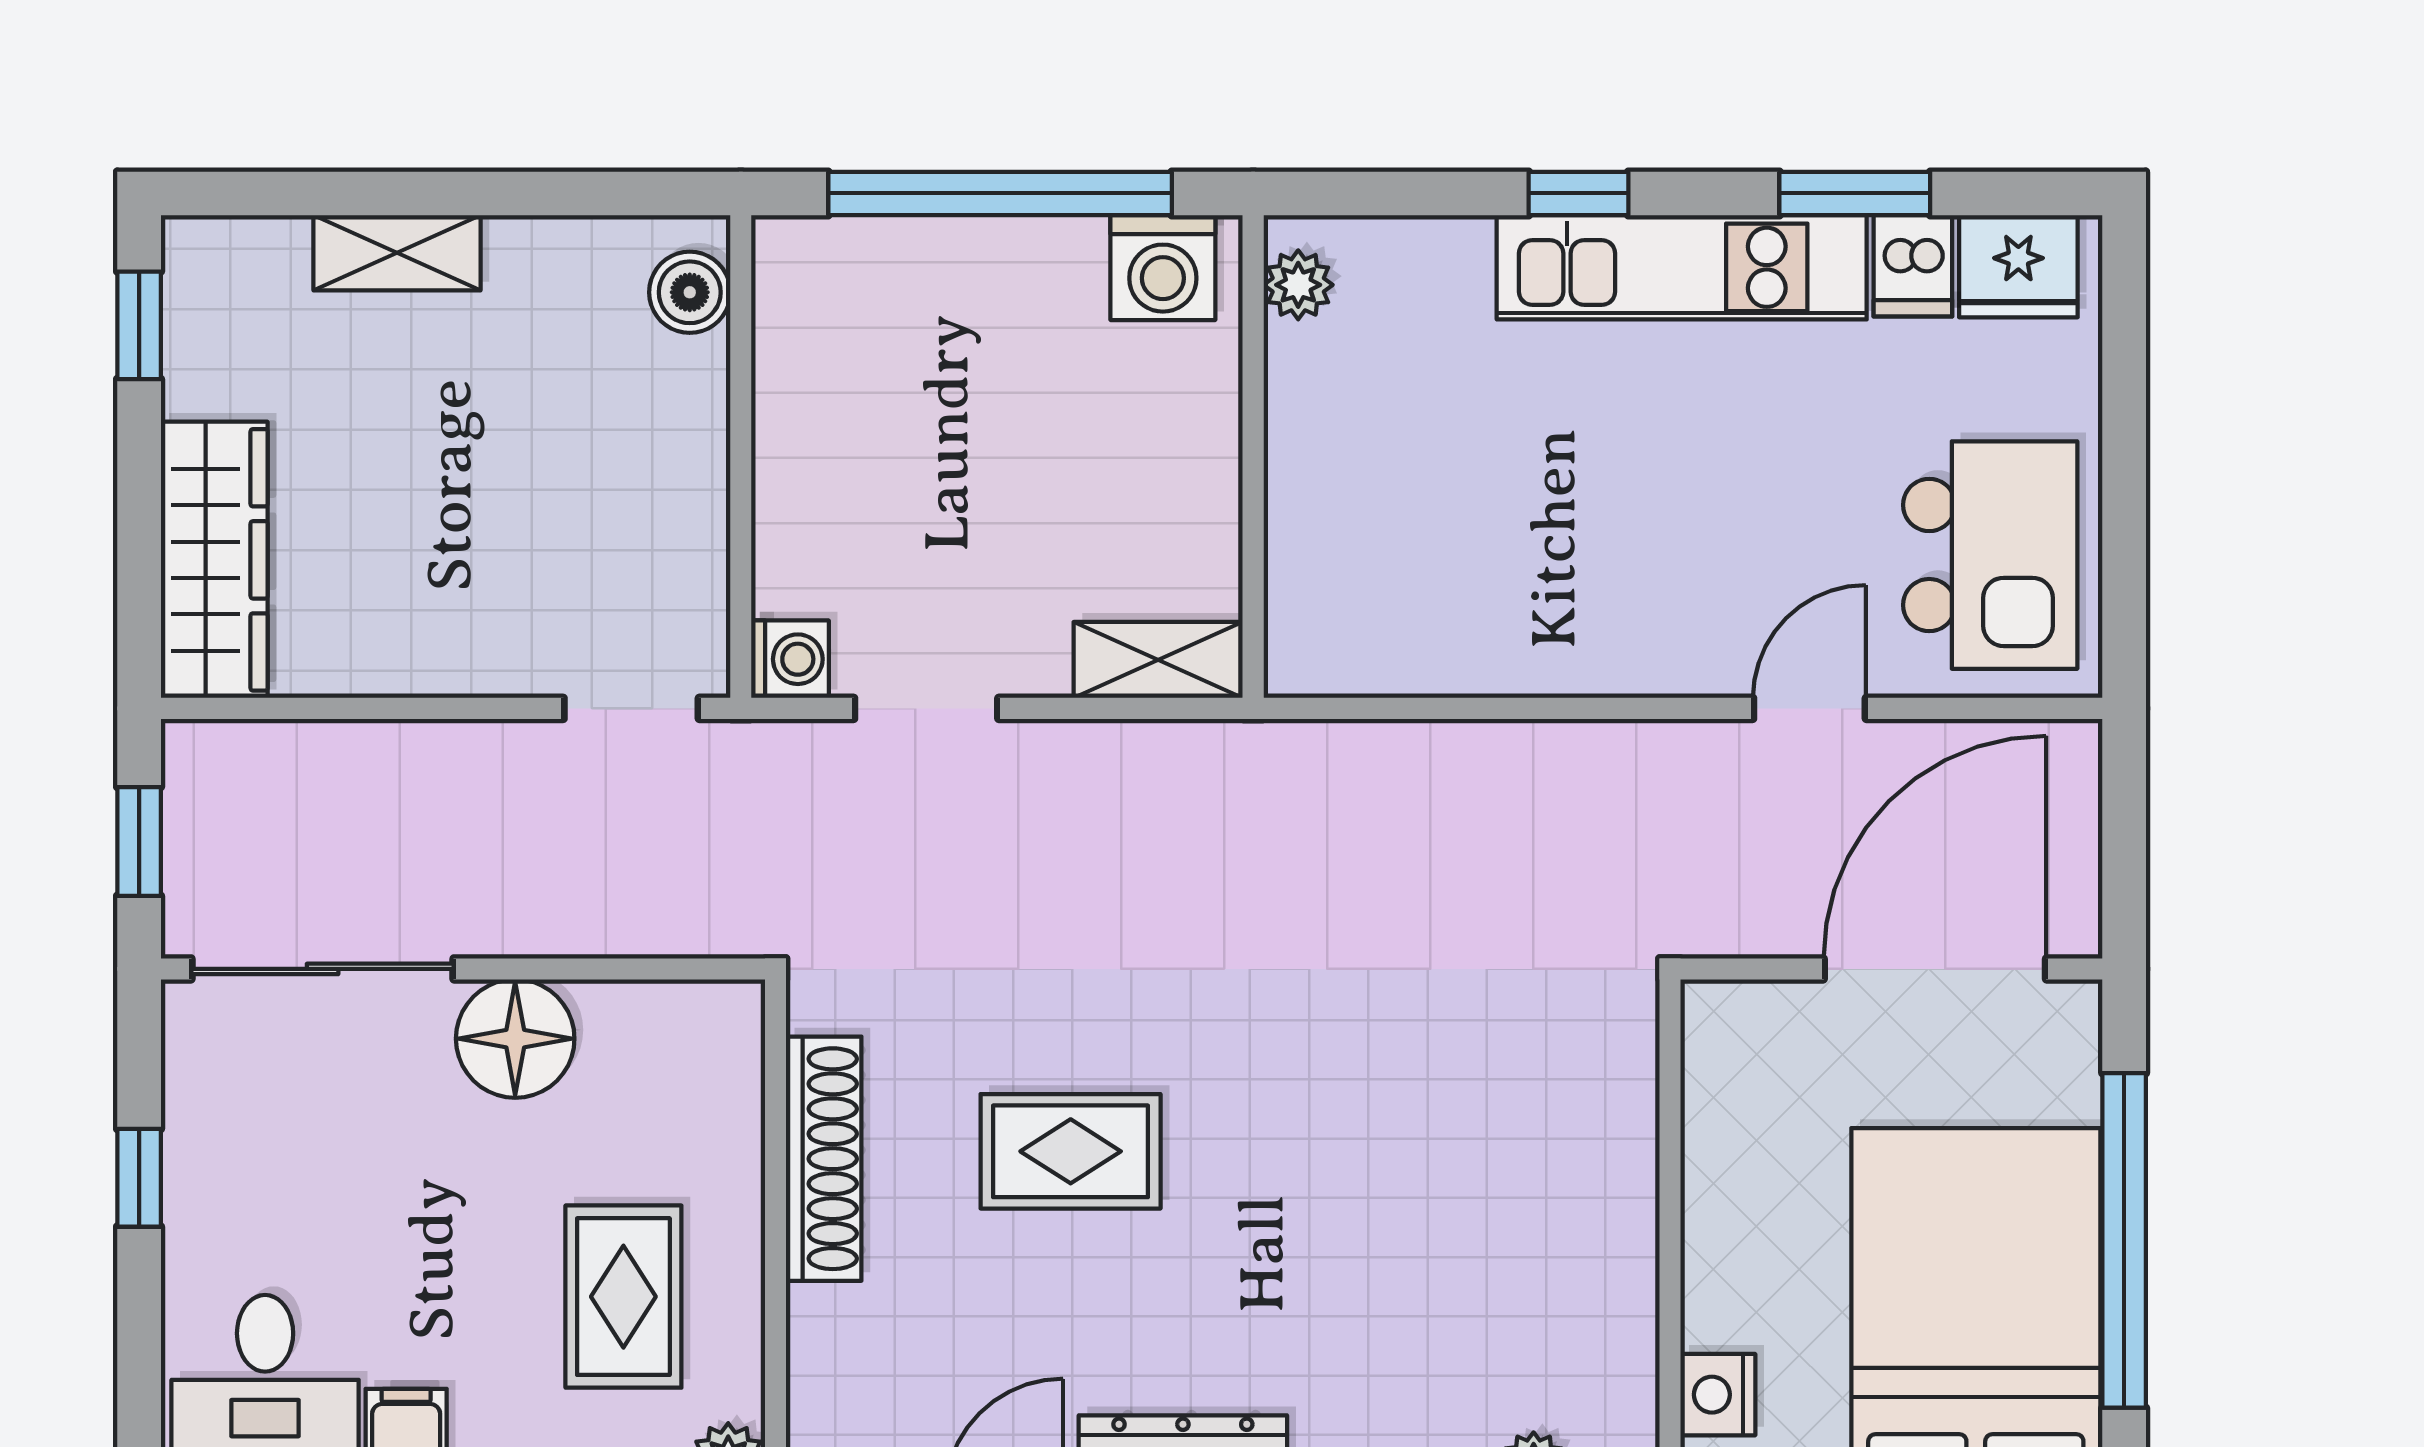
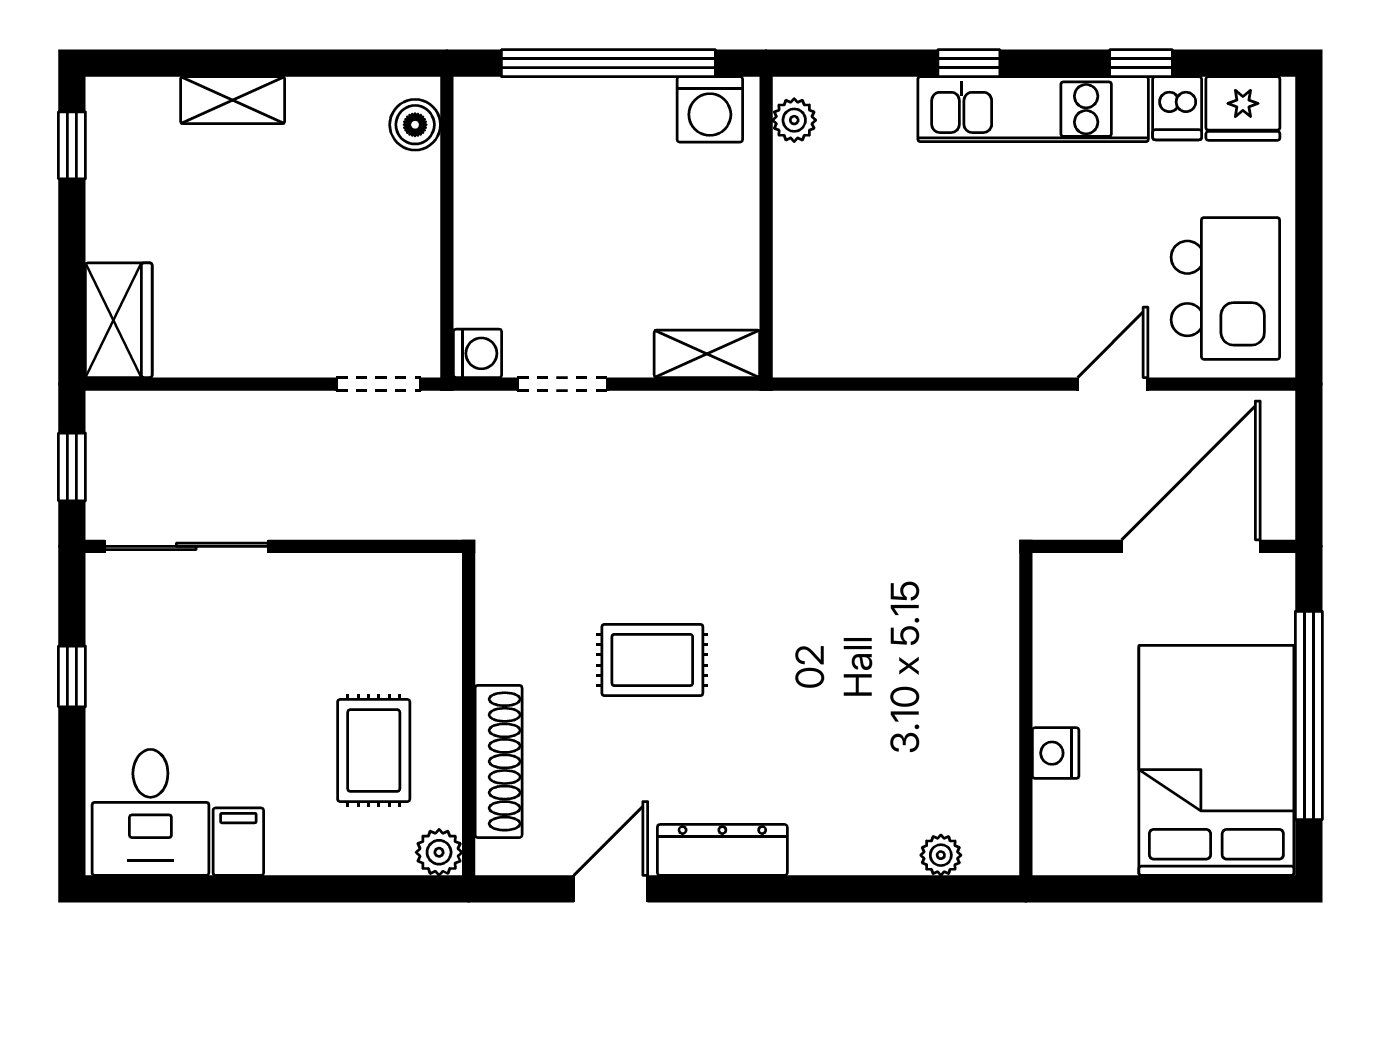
window: (1855, 193) -> (1141, 63), width x0.67
wardrobe: (214, 560) -> (119, 320), width x0.67
floor lamp: (515, 1039) -> (306, 590), removed
shoe rack: (824, 1159) -> (499, 761), moved
nightstand: (1718, 1395) -> (1056, 753), moved

